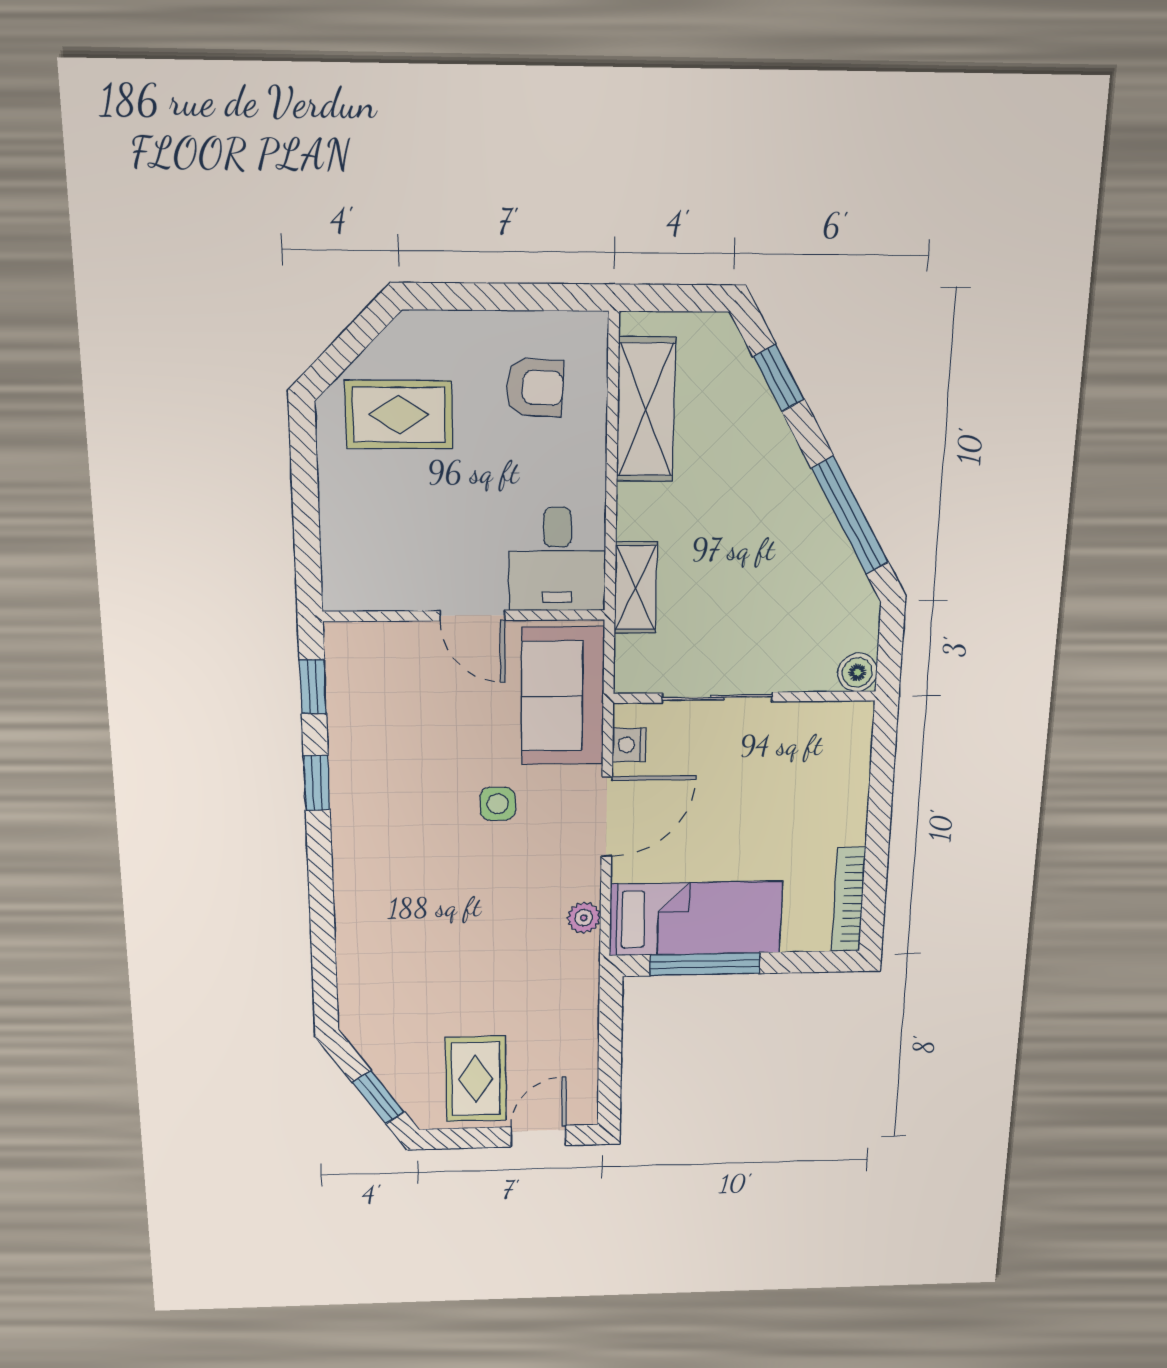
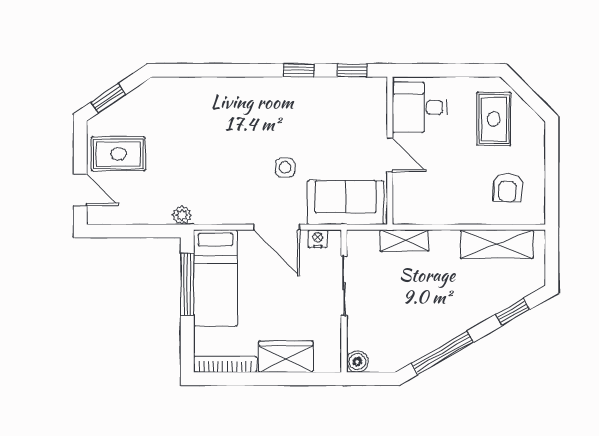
desk: (557, 559) -> (420, 107), moved
door: (472, 616) -> (390, 155), swing flipped
wardrobe: (841, 798) -> (286, 357), added
plant: (584, 918) -> (182, 215), moved

